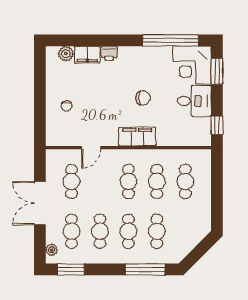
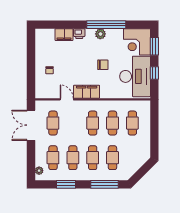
window: (171, 40) -> (106, 25), moved
plant: (66, 54) -> (100, 34), moved
desk: (194, 101) -> (135, 76), width x1.87, depth x1.30
window: (217, 125) -> (154, 73), moved
filing cabinet: (137, 137) -> (87, 92), moved
door: (91, 148) -> (67, 99), swing flipped
double door: (40, 203) -> (31, 125), moved
window: (71, 269) -> (66, 184), moved

